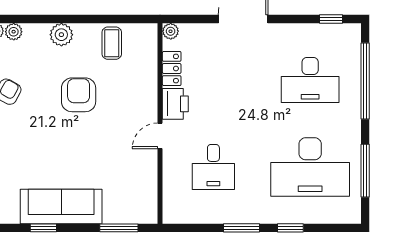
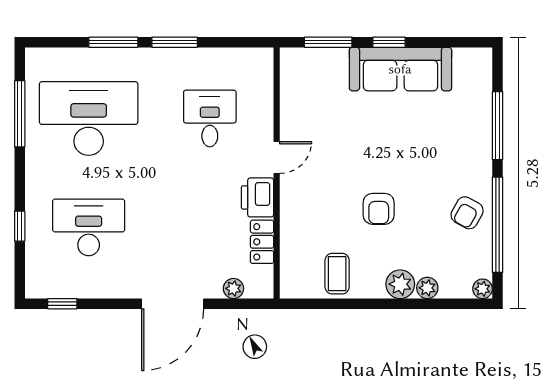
plant: (171, 31) -> (233, 288), moved
plant: (14, 32) -> (427, 288), moved
window: (365, 81) -> (20, 226), width x0.32
armchair: (79, 95) -> (379, 209), width x0.72, depth x0.72
window: (43, 228) -> (389, 42), moved
window: (290, 228) -> (113, 42), width x1.50

